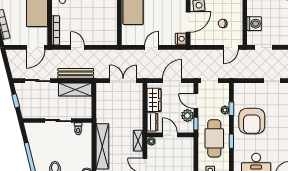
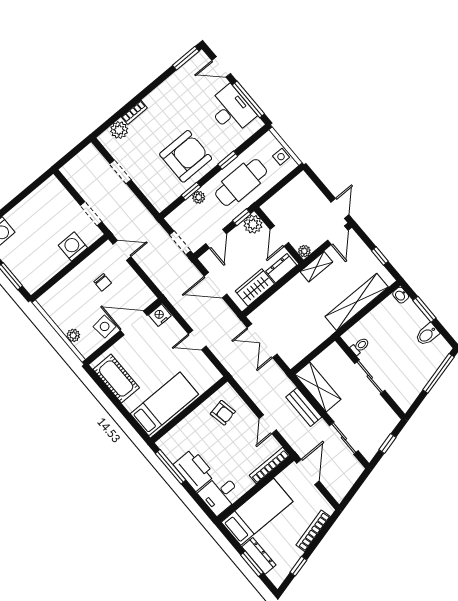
armchair: (103, 29) -> (223, 413), added
door: (36, 47) -> (308, 472), hinge flipped
bench: (76, 73) -> (304, 407), width x0.73
plant: (187, 116) -> (253, 224), moved

